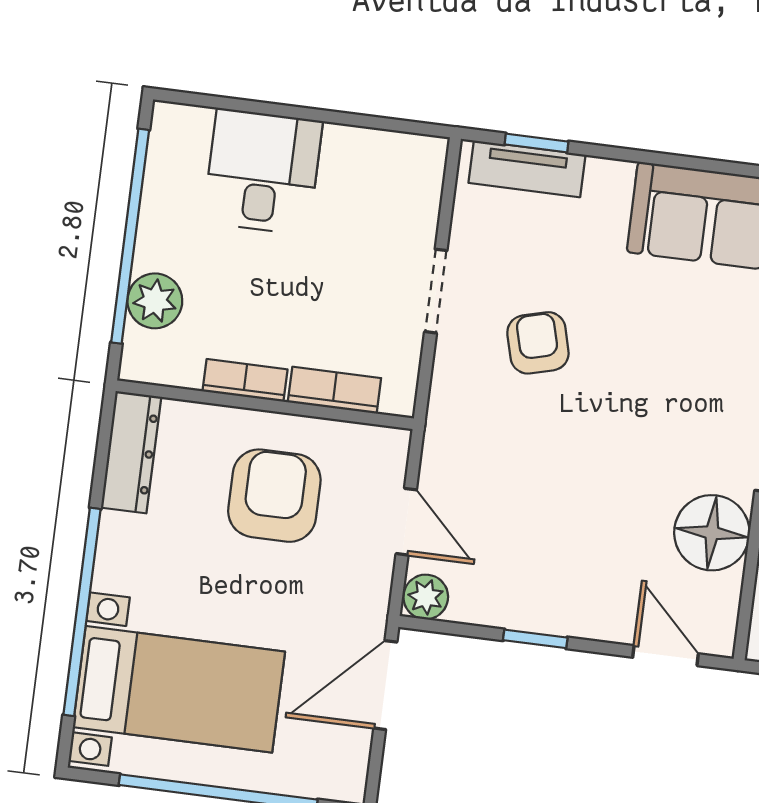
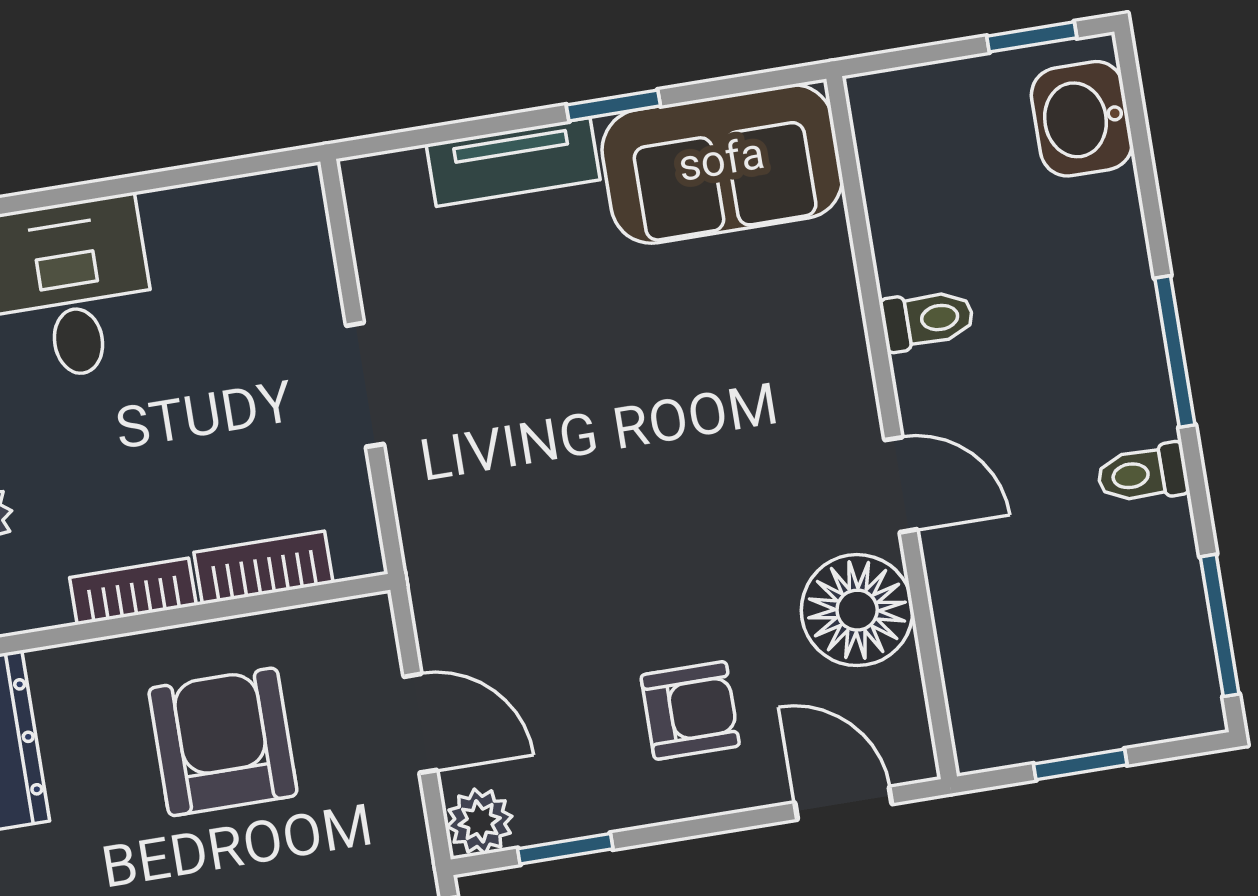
window: (536, 143) -> (613, 105), moved
tv unit: (527, 169) -> (513, 162), moved
armchair: (538, 343) -> (690, 710), moved, turned 105
window: (535, 639) -> (565, 849), moved

